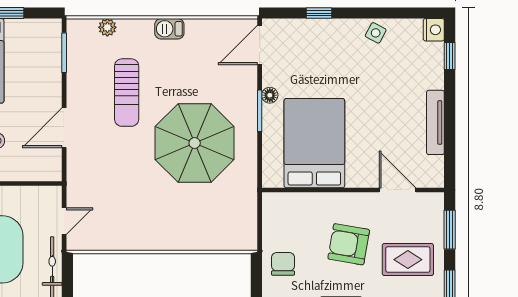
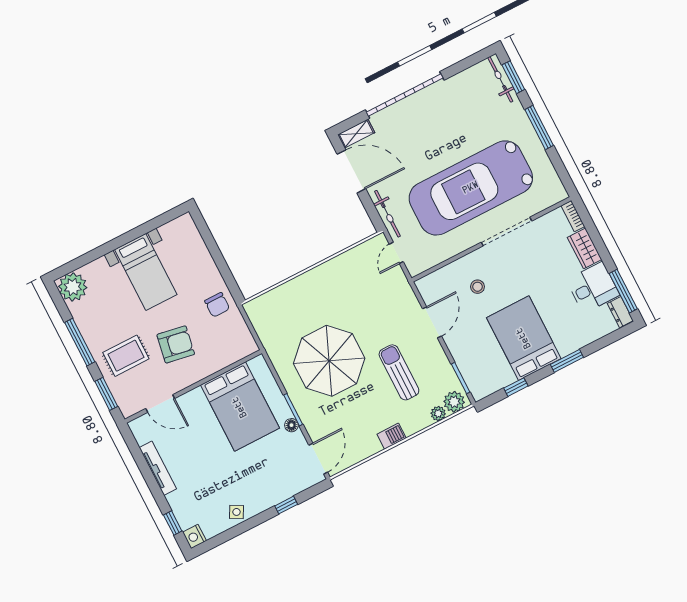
plant: (84, 31) -> (454, 402), added

